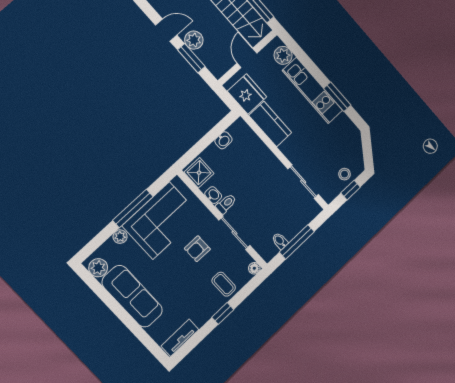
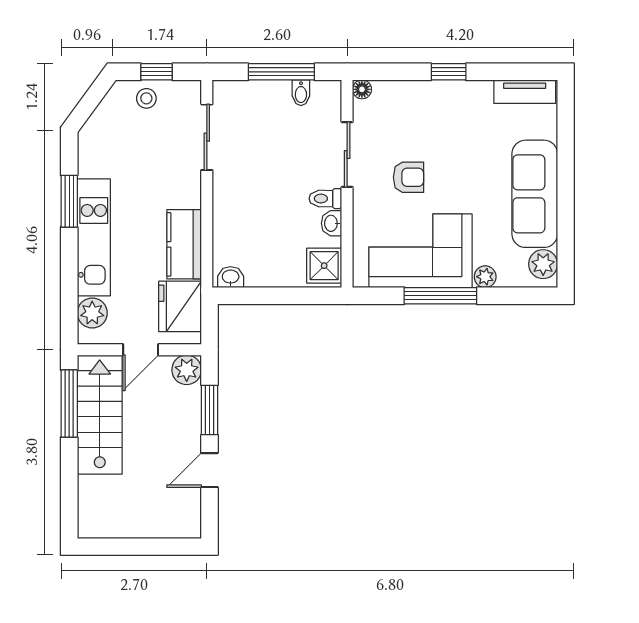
door: (166, 30) -> (209, 470), hinge flipped
plant: (194, 40) -> (187, 370), moved
washbasin: (223, 140) -> (231, 277), moved
coffee table: (224, 284) -> (416, 105), removed

